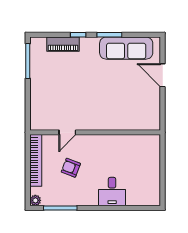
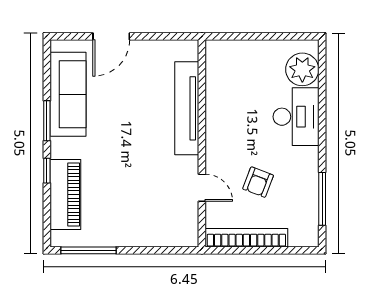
piano: (63, 44) -> (65, 194), width x1.37, depth x1.33
tv unit: (117, 123) -> (187, 108), added
desk: (112, 192) -> (296, 117), width x1.37
plant: (35, 200) -> (302, 69), moved, width x1.88, depth x1.88

